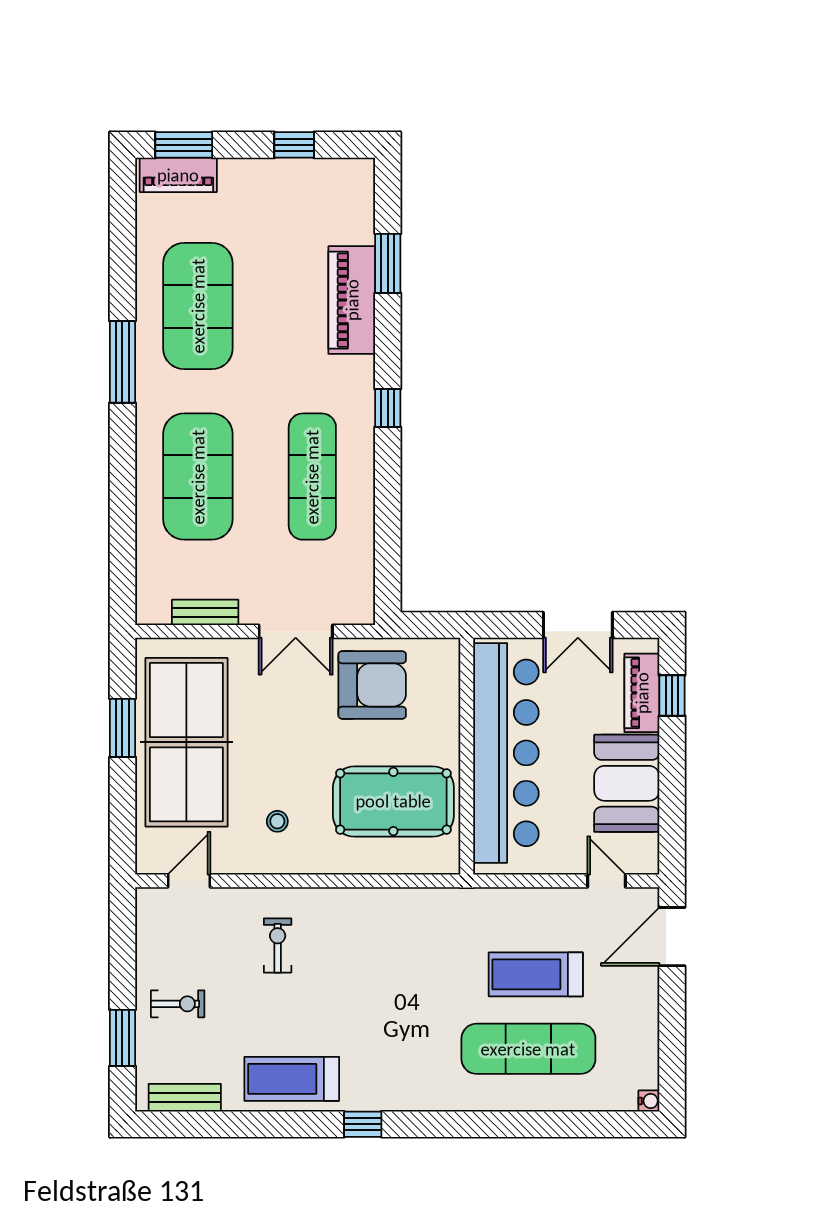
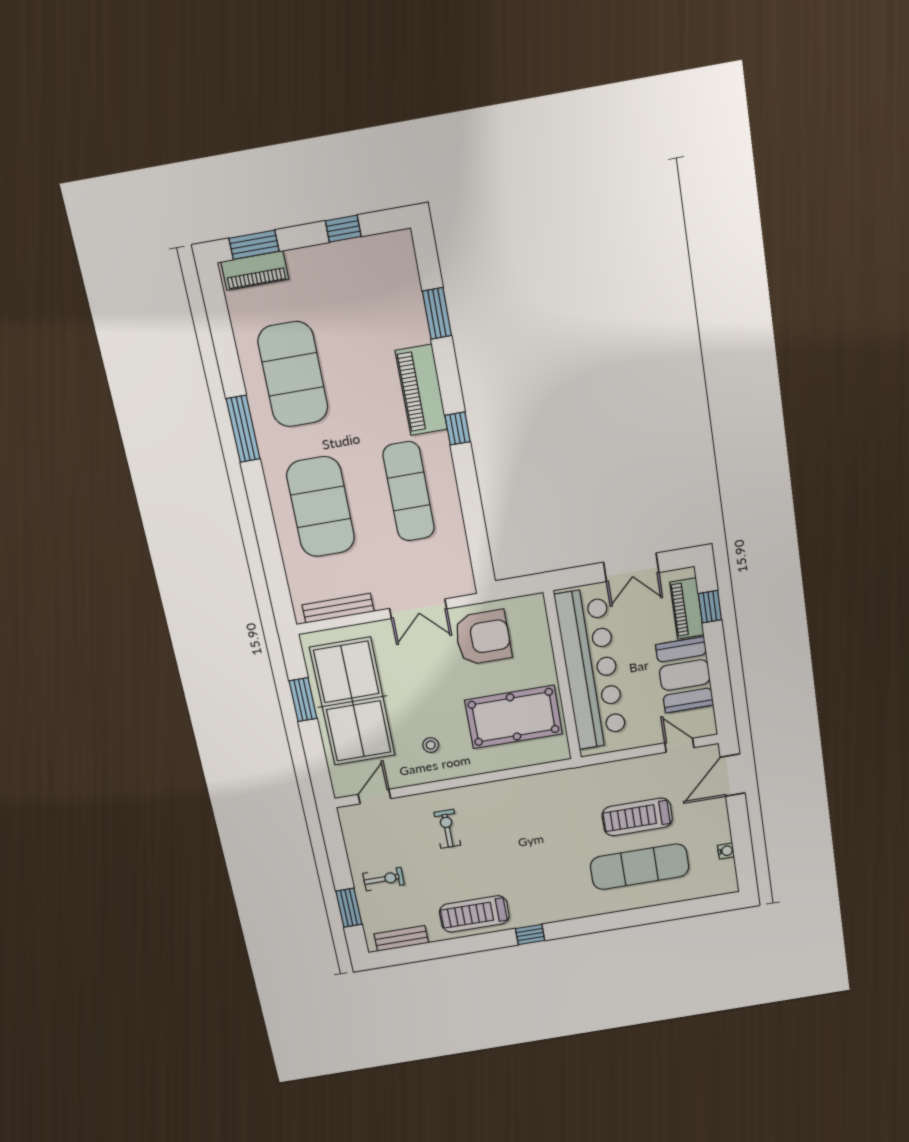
piano: (352, 300) -> (421, 390), moved
bench: (205, 612) -> (338, 608), width x1.36
water cooler: (649, 1101) -> (726, 851), moved

